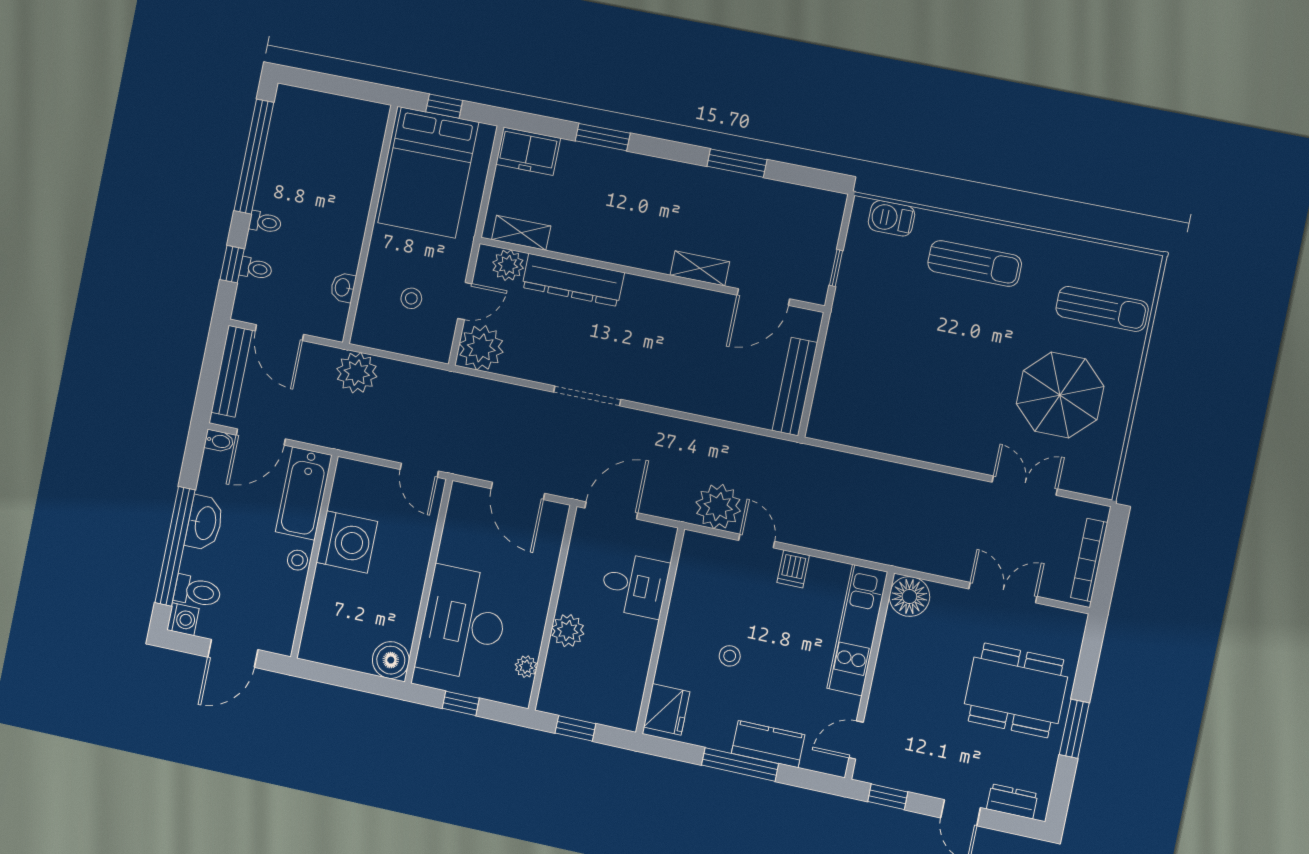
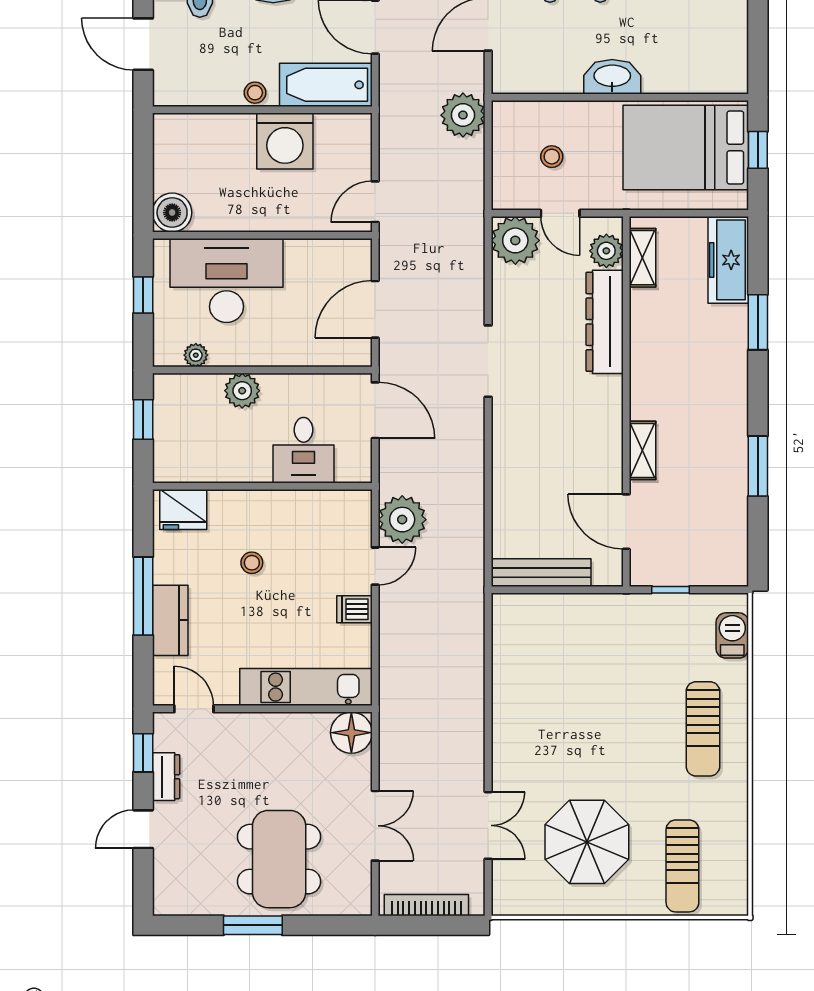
freezer: (528, 151) -> (728, 260), width x1.40
washbasin: (343, 287) -> (612, 77), moved, width x1.91, depth x1.45
dresser: (1012, 801) -> (166, 777), moved

